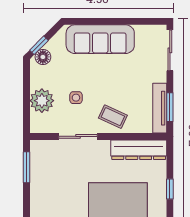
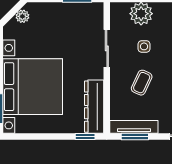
coffee table: (113, 117) -> (142, 83), moved
window: (170, 189) -> (85, 137), moved

